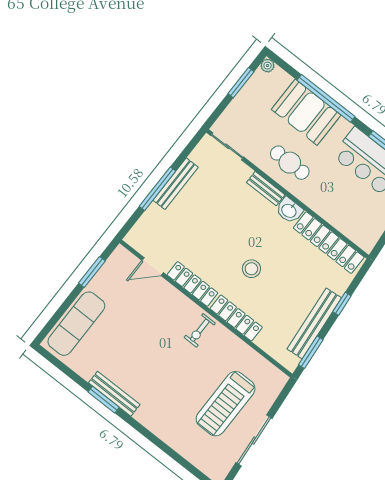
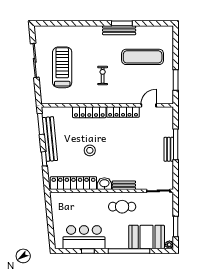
booth: (306, 112) -> (147, 237), moved
bench: (176, 184) -> (169, 149), width x0.73
stool: (251, 269) -> (90, 150), moved
exercise mat: (76, 324) -> (143, 57), moved, turned 90
exercise bike: (200, 330) -> (103, 75), moved

